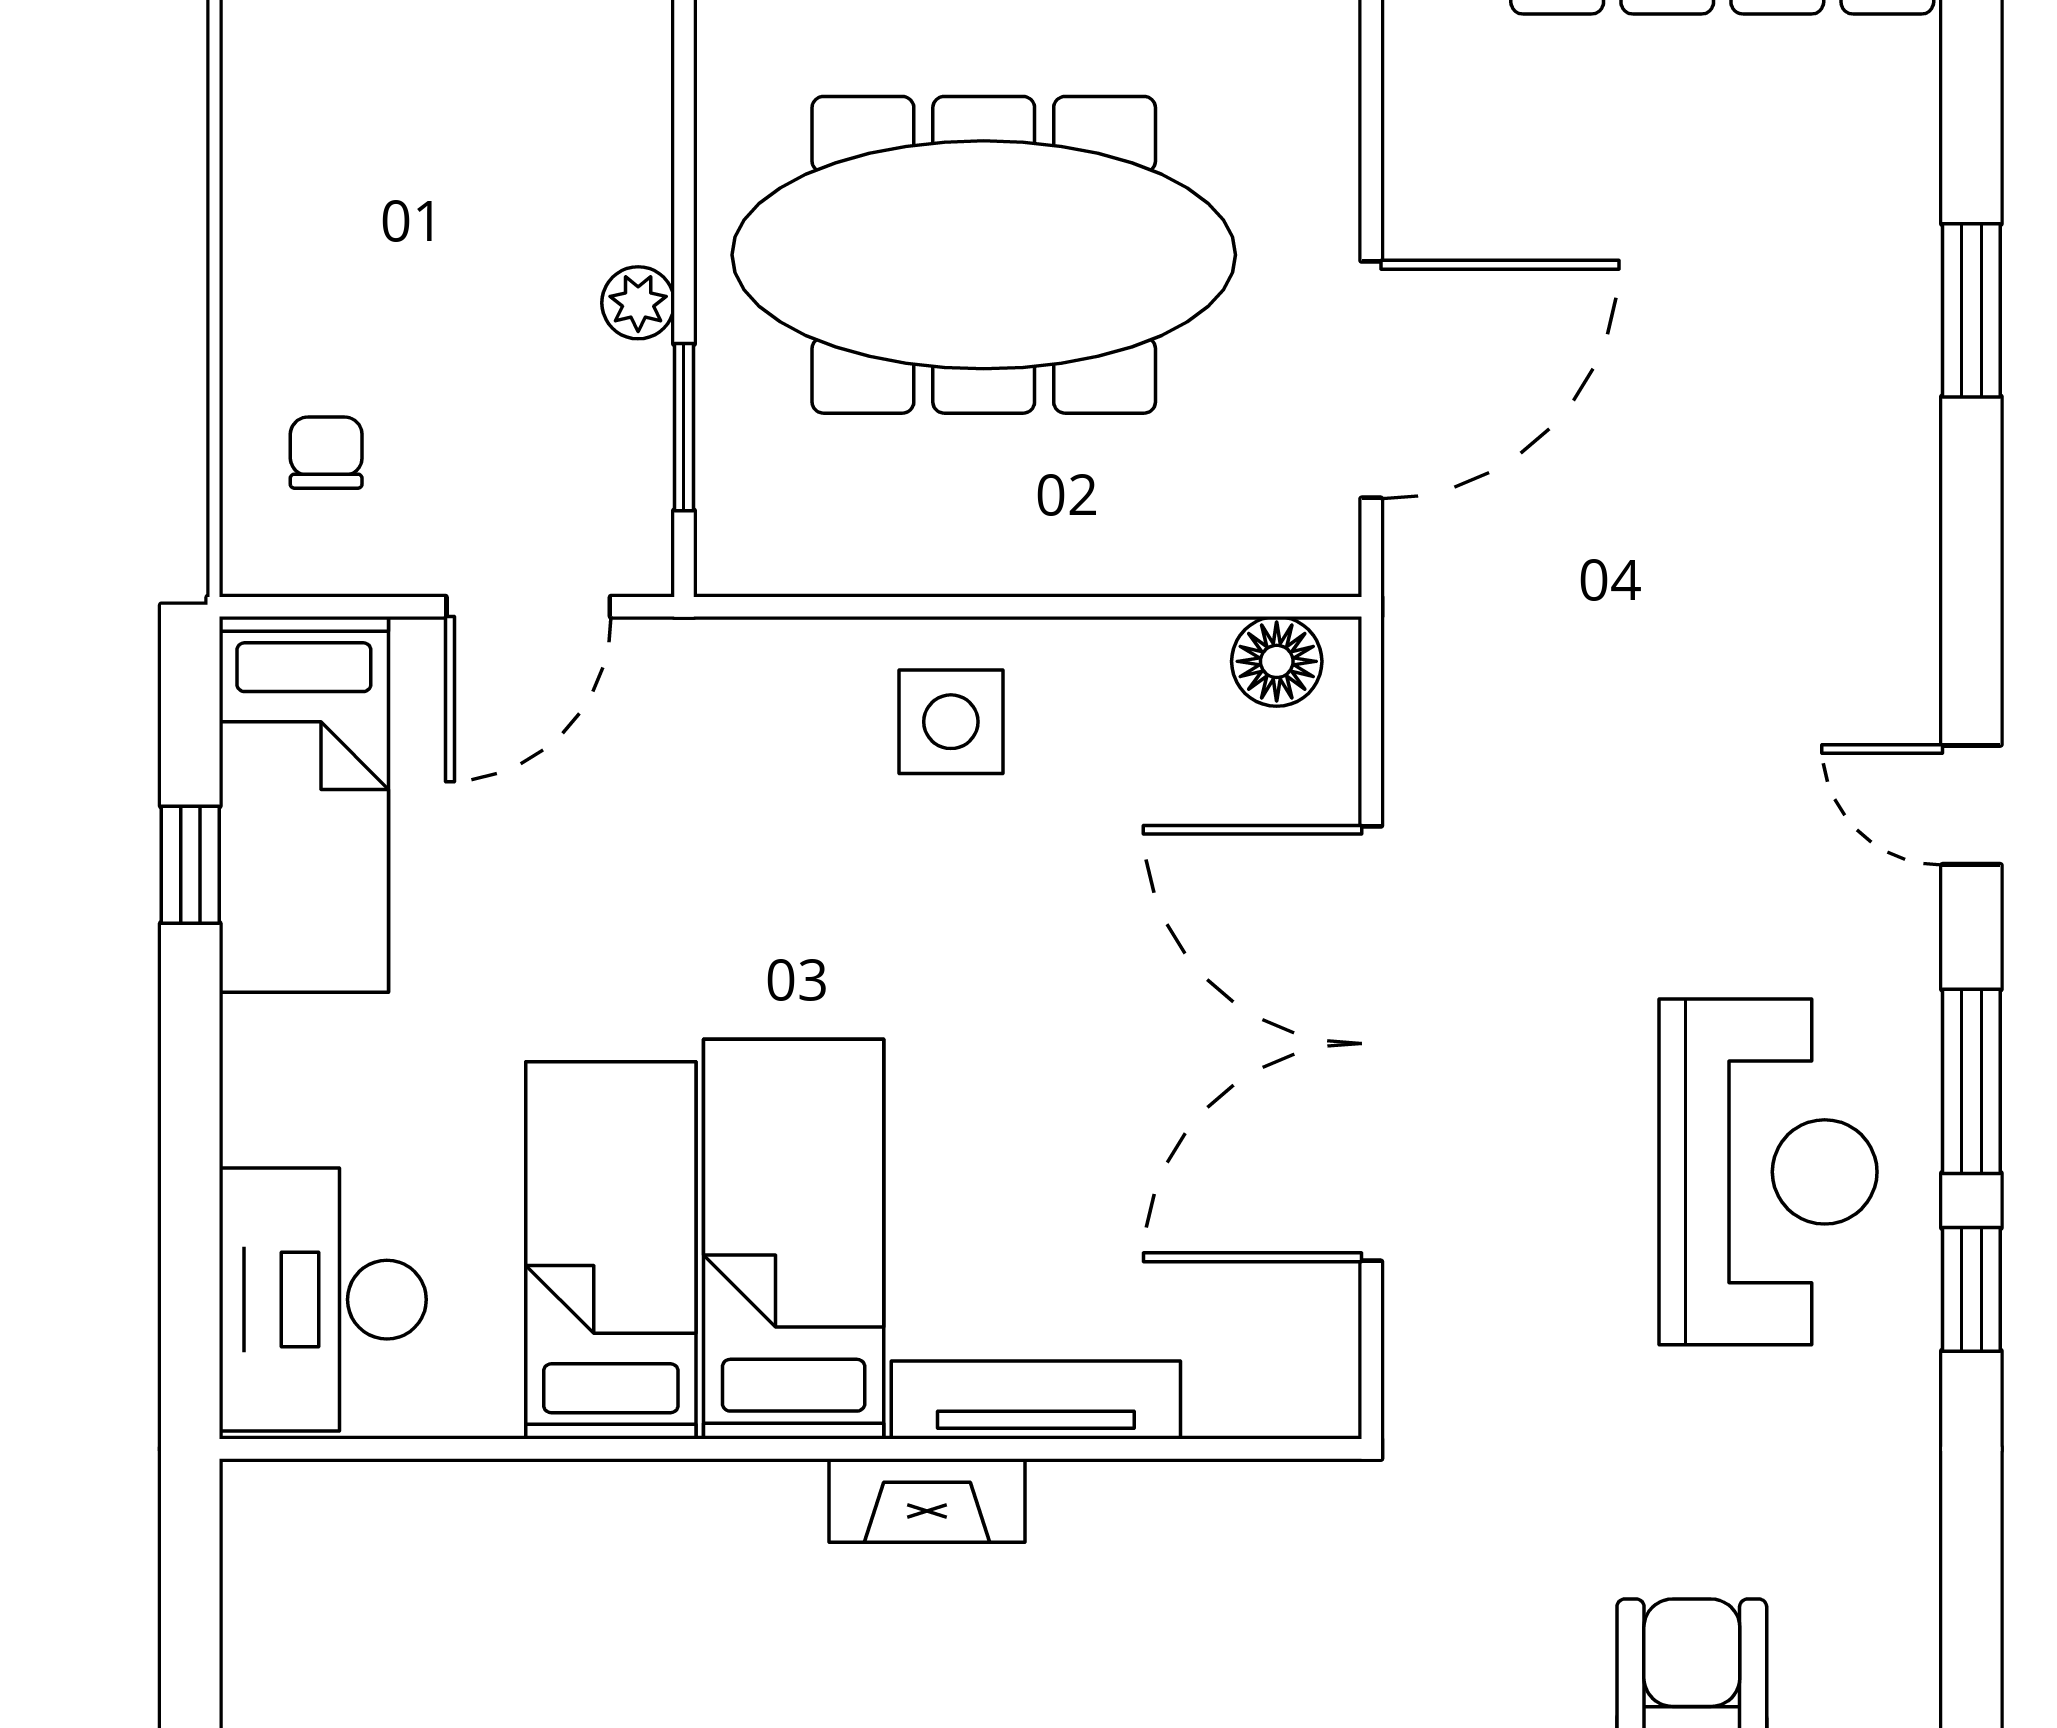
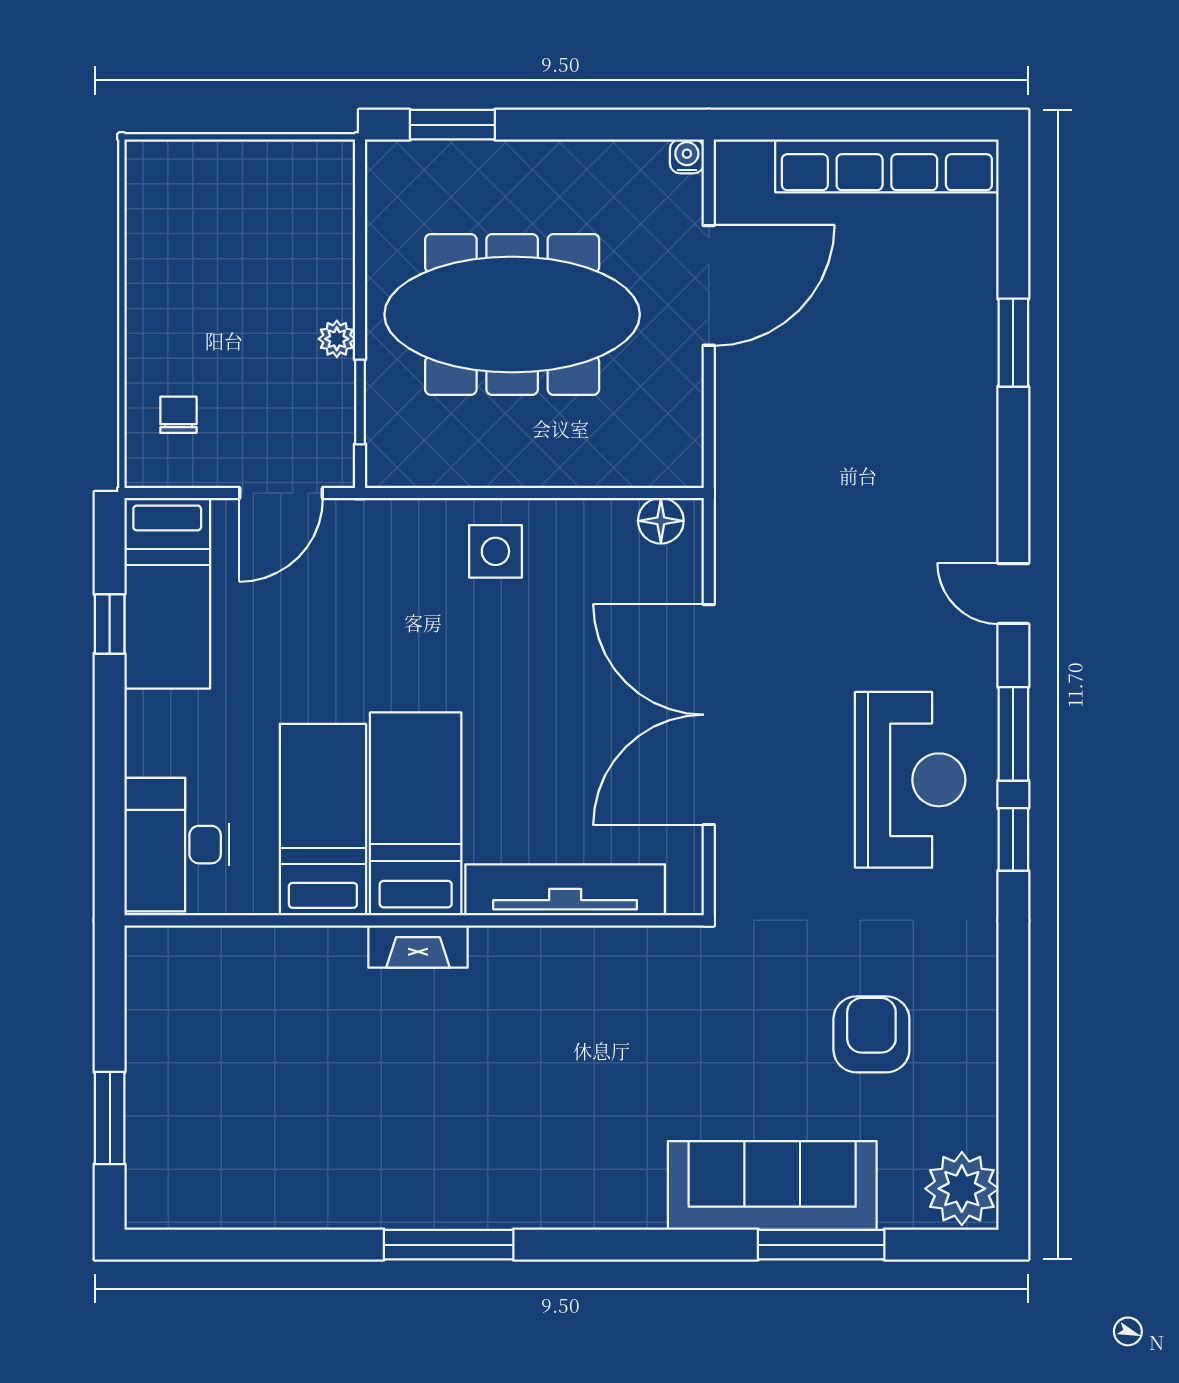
door: (1371, 380) -> (709, 285), moved
tv unit: (1036, 1400) -> (565, 890), width x1.36, depth x1.29
fireplace: (927, 1500) -> (418, 946), moved

